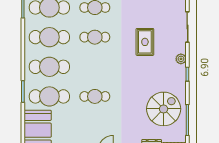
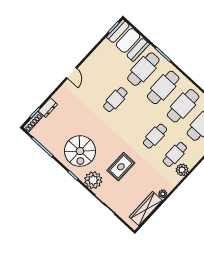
rug: (145, 42) -> (121, 167), turned 90
plant: (181, 59) -> (93, 180), width x1.87, depth x1.87
spiral stairs: (164, 109) -> (80, 151), moved

